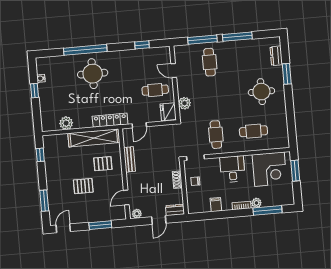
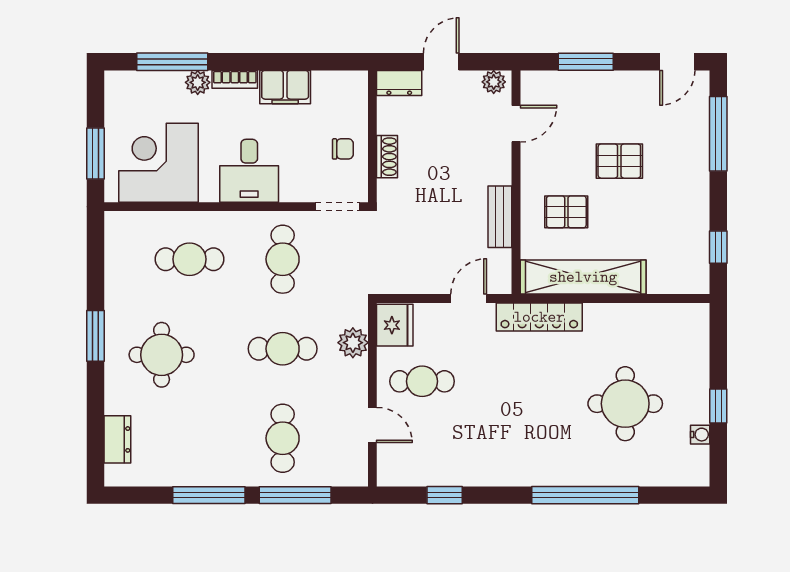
round table: (93, 74) -> (625, 404), moved
window: (287, 74) -> (95, 336), moved
cafe table: (213, 98) -> (283, 349), added
plant: (66, 123) -> (648, 319), removed
window: (44, 201) -> (718, 134), width x1.44
filing cabinet: (216, 205) -> (285, 87), width x2.00

